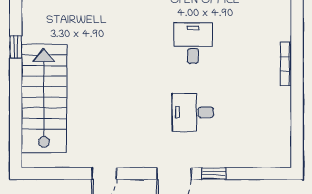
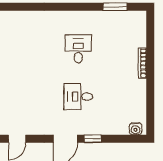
water cooler: (276, 159) -> (136, 129), added

